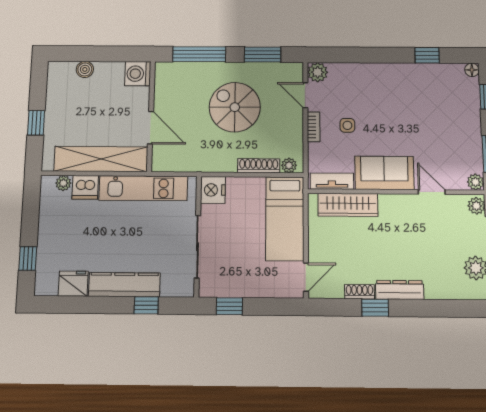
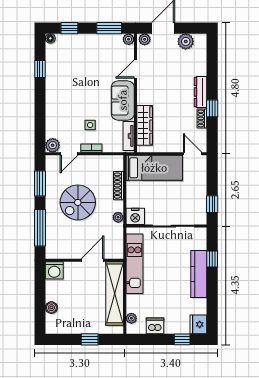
plant: (289, 165) -> (118, 217), moved
dishwasher: (85, 187) -> (155, 326), moved, turned -90
fridge: (73, 284) -> (198, 324), moved

